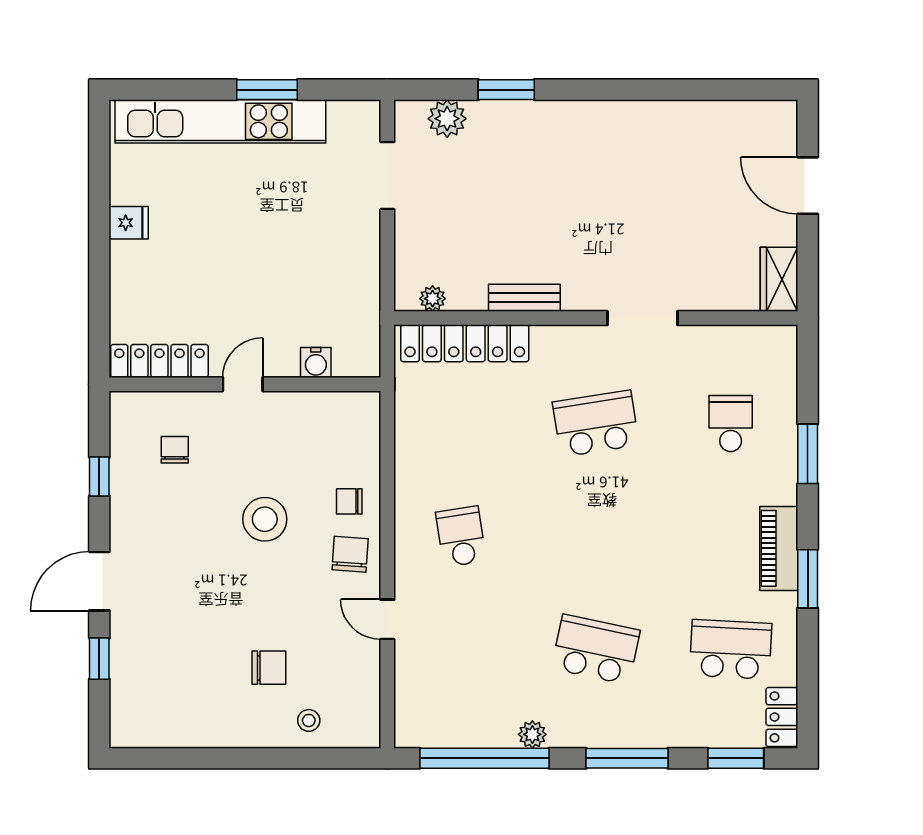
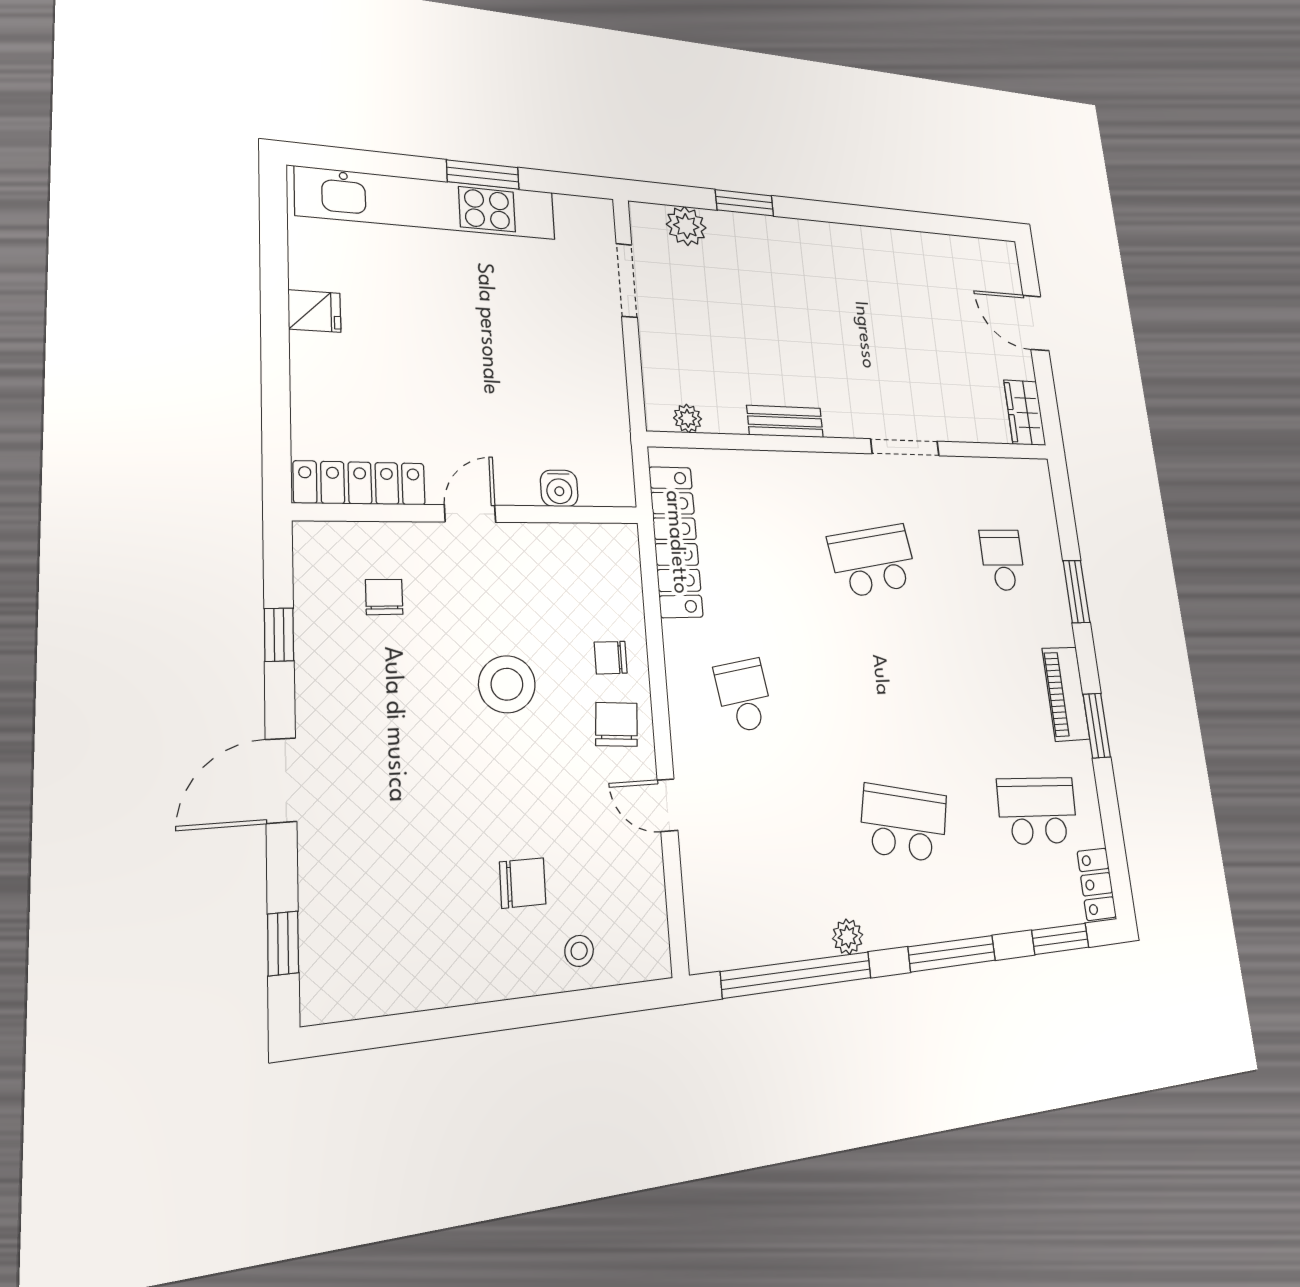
locker: (465, 343) -> (676, 542), moved, turned -90
window: (99, 659) -> (283, 943), moved

